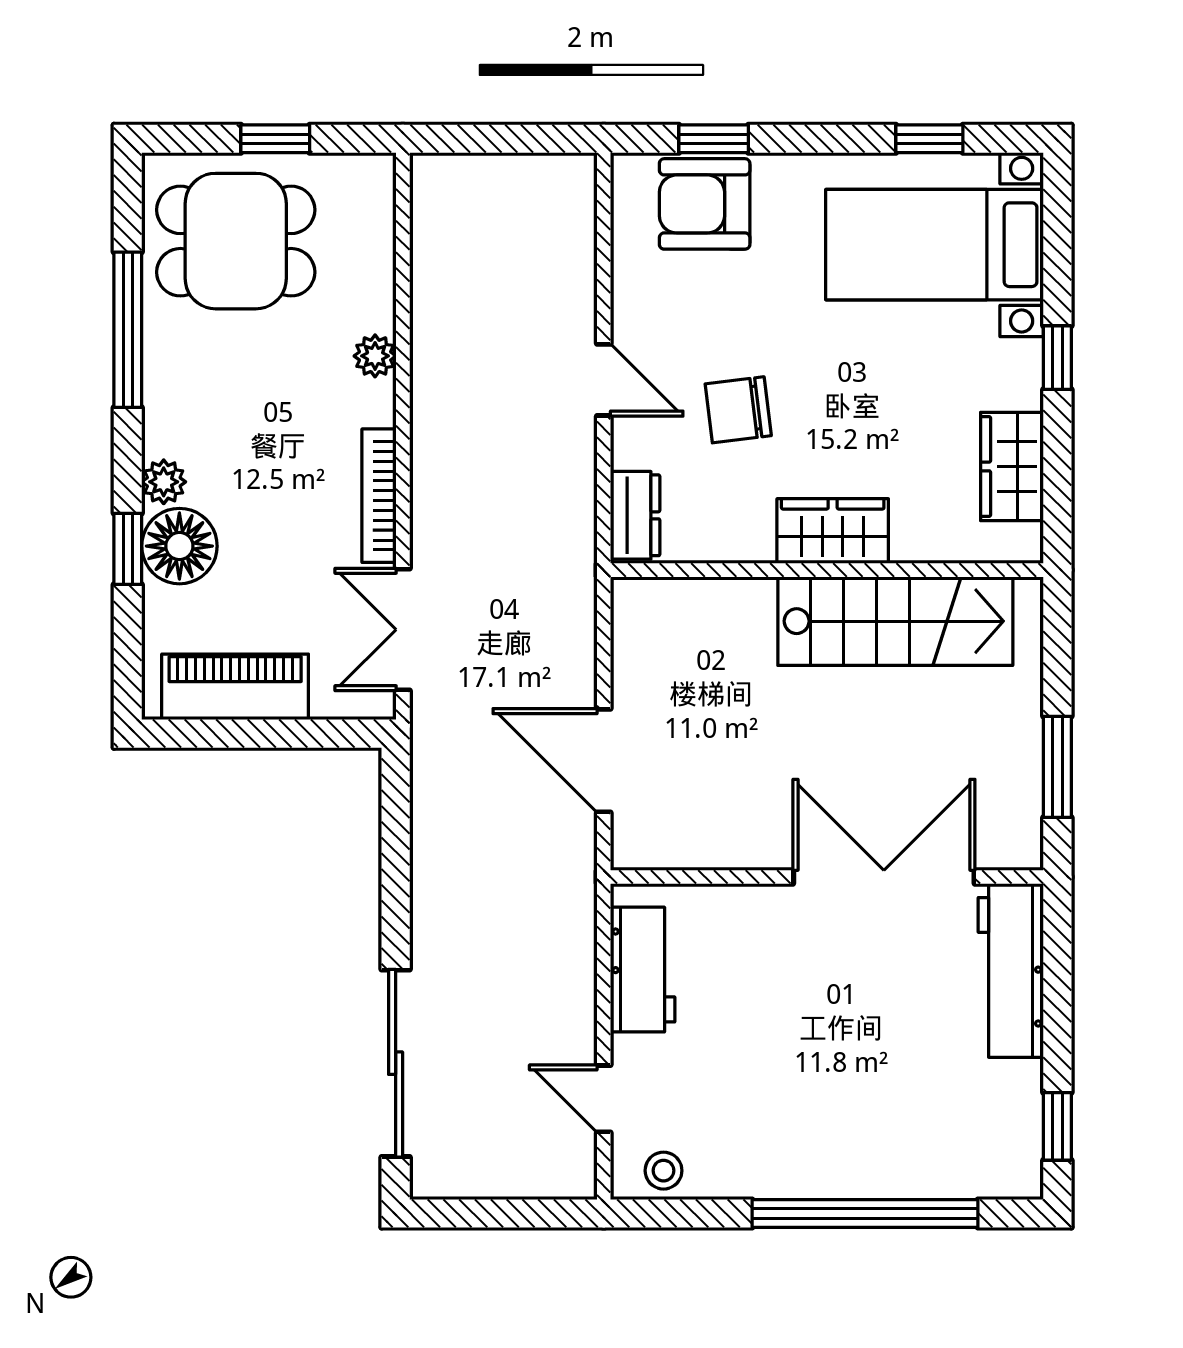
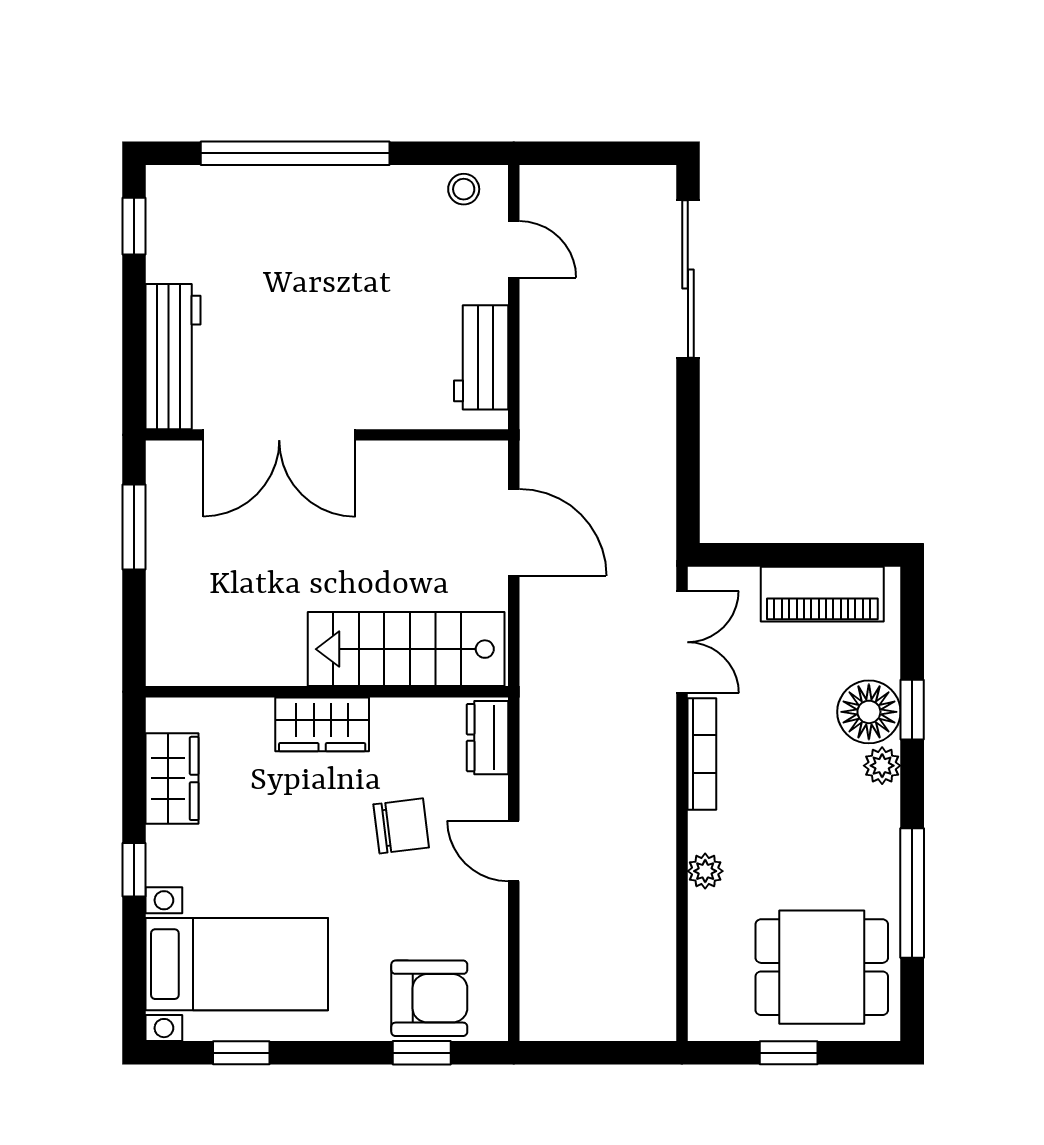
stairs: (895, 621) -> (406, 649), moved

